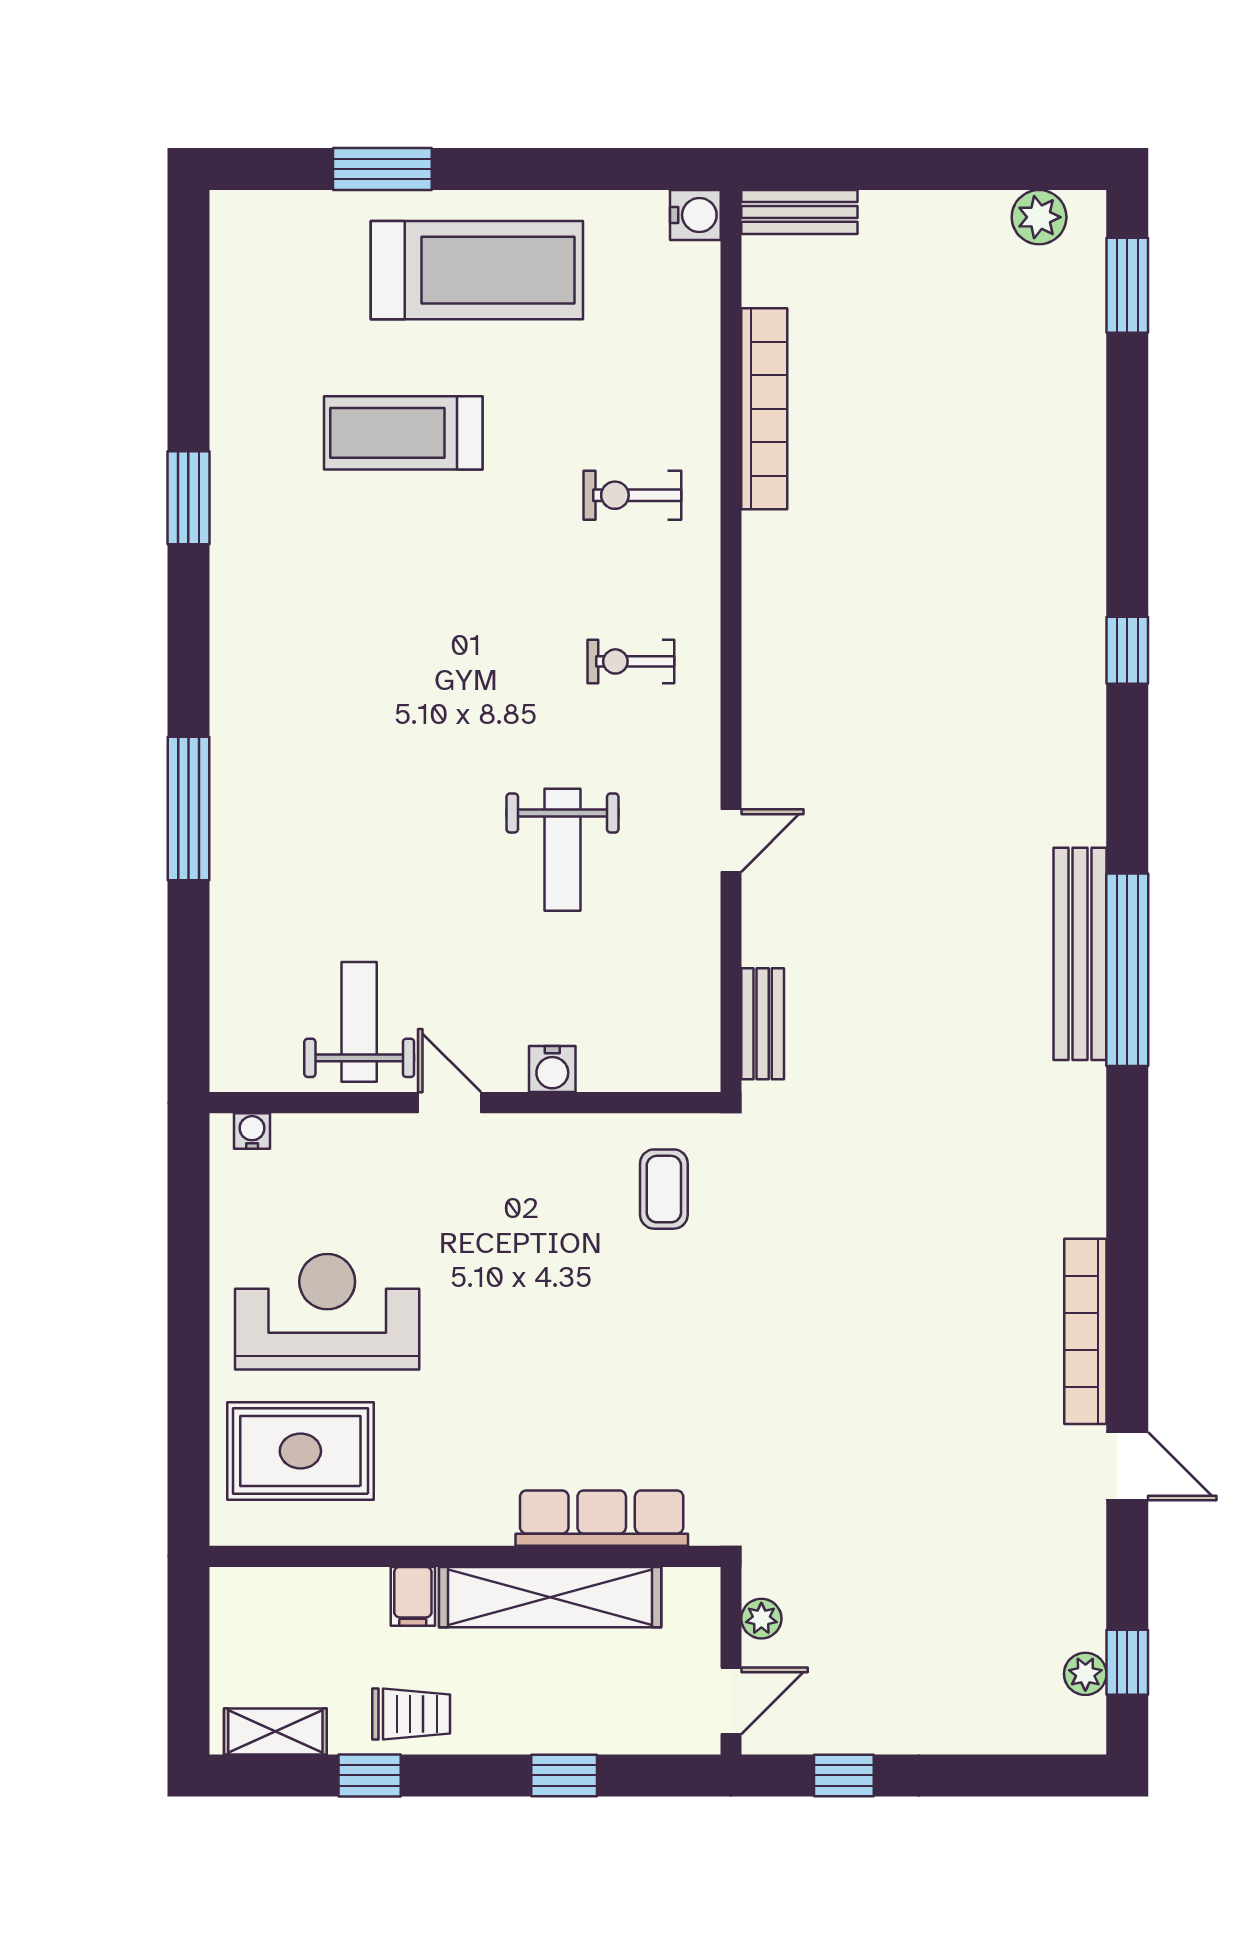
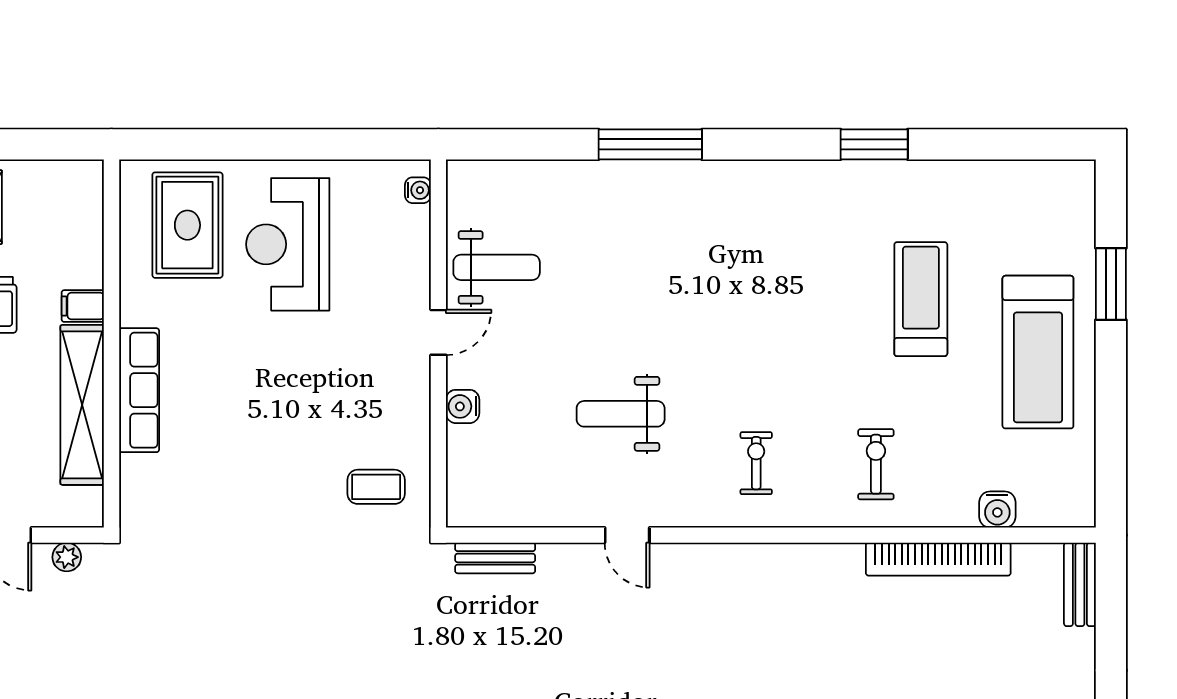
water cooler: (695, 215) -> (997, 510), moved
reception desk: (327, 1312) -> (288, 244), turned 180
row of seats: (602, 1518) -> (139, 390), moved

